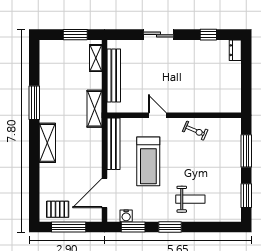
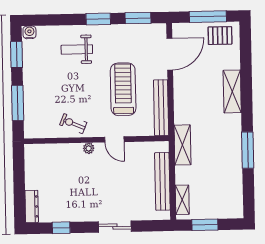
dresser: (235, 50) -> (32, 207), width x1.44
plant: (181, 107) -> (89, 148), added
shelving: (47, 143) -> (232, 91), moved
water cooler: (126, 216) -> (29, 32), moved

